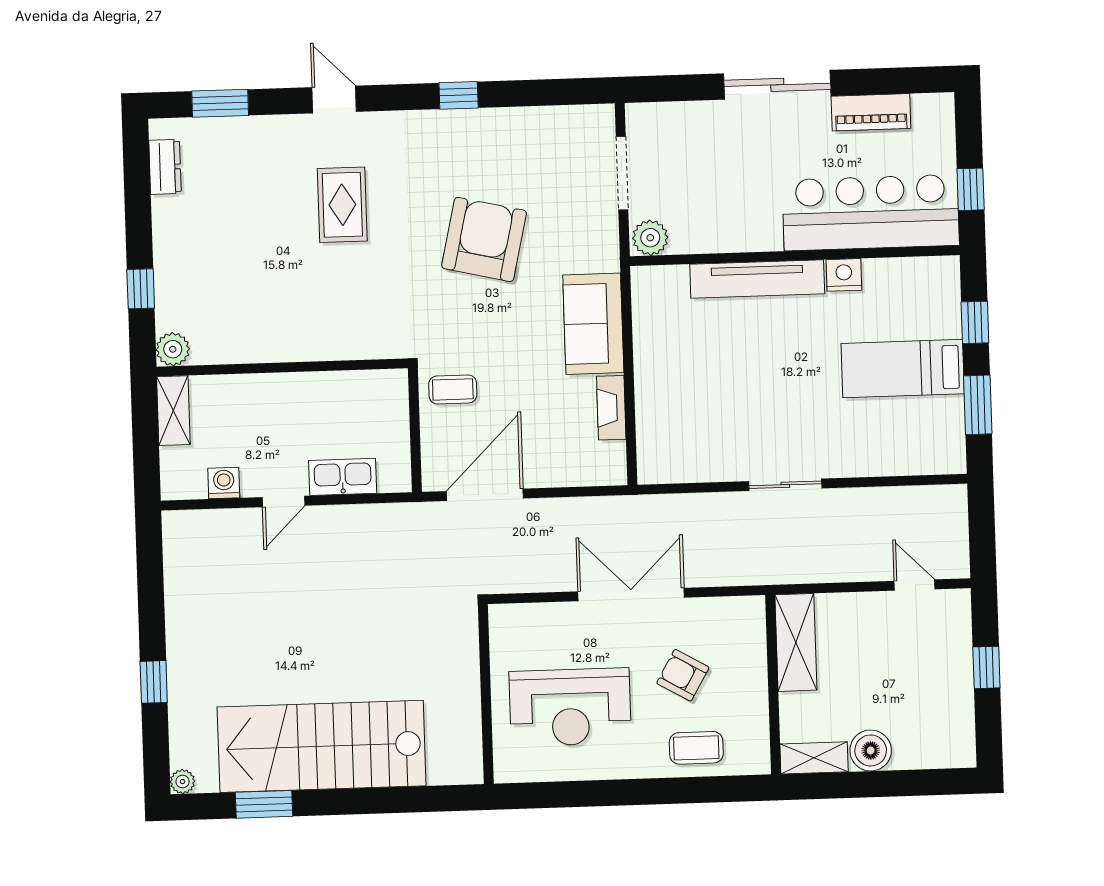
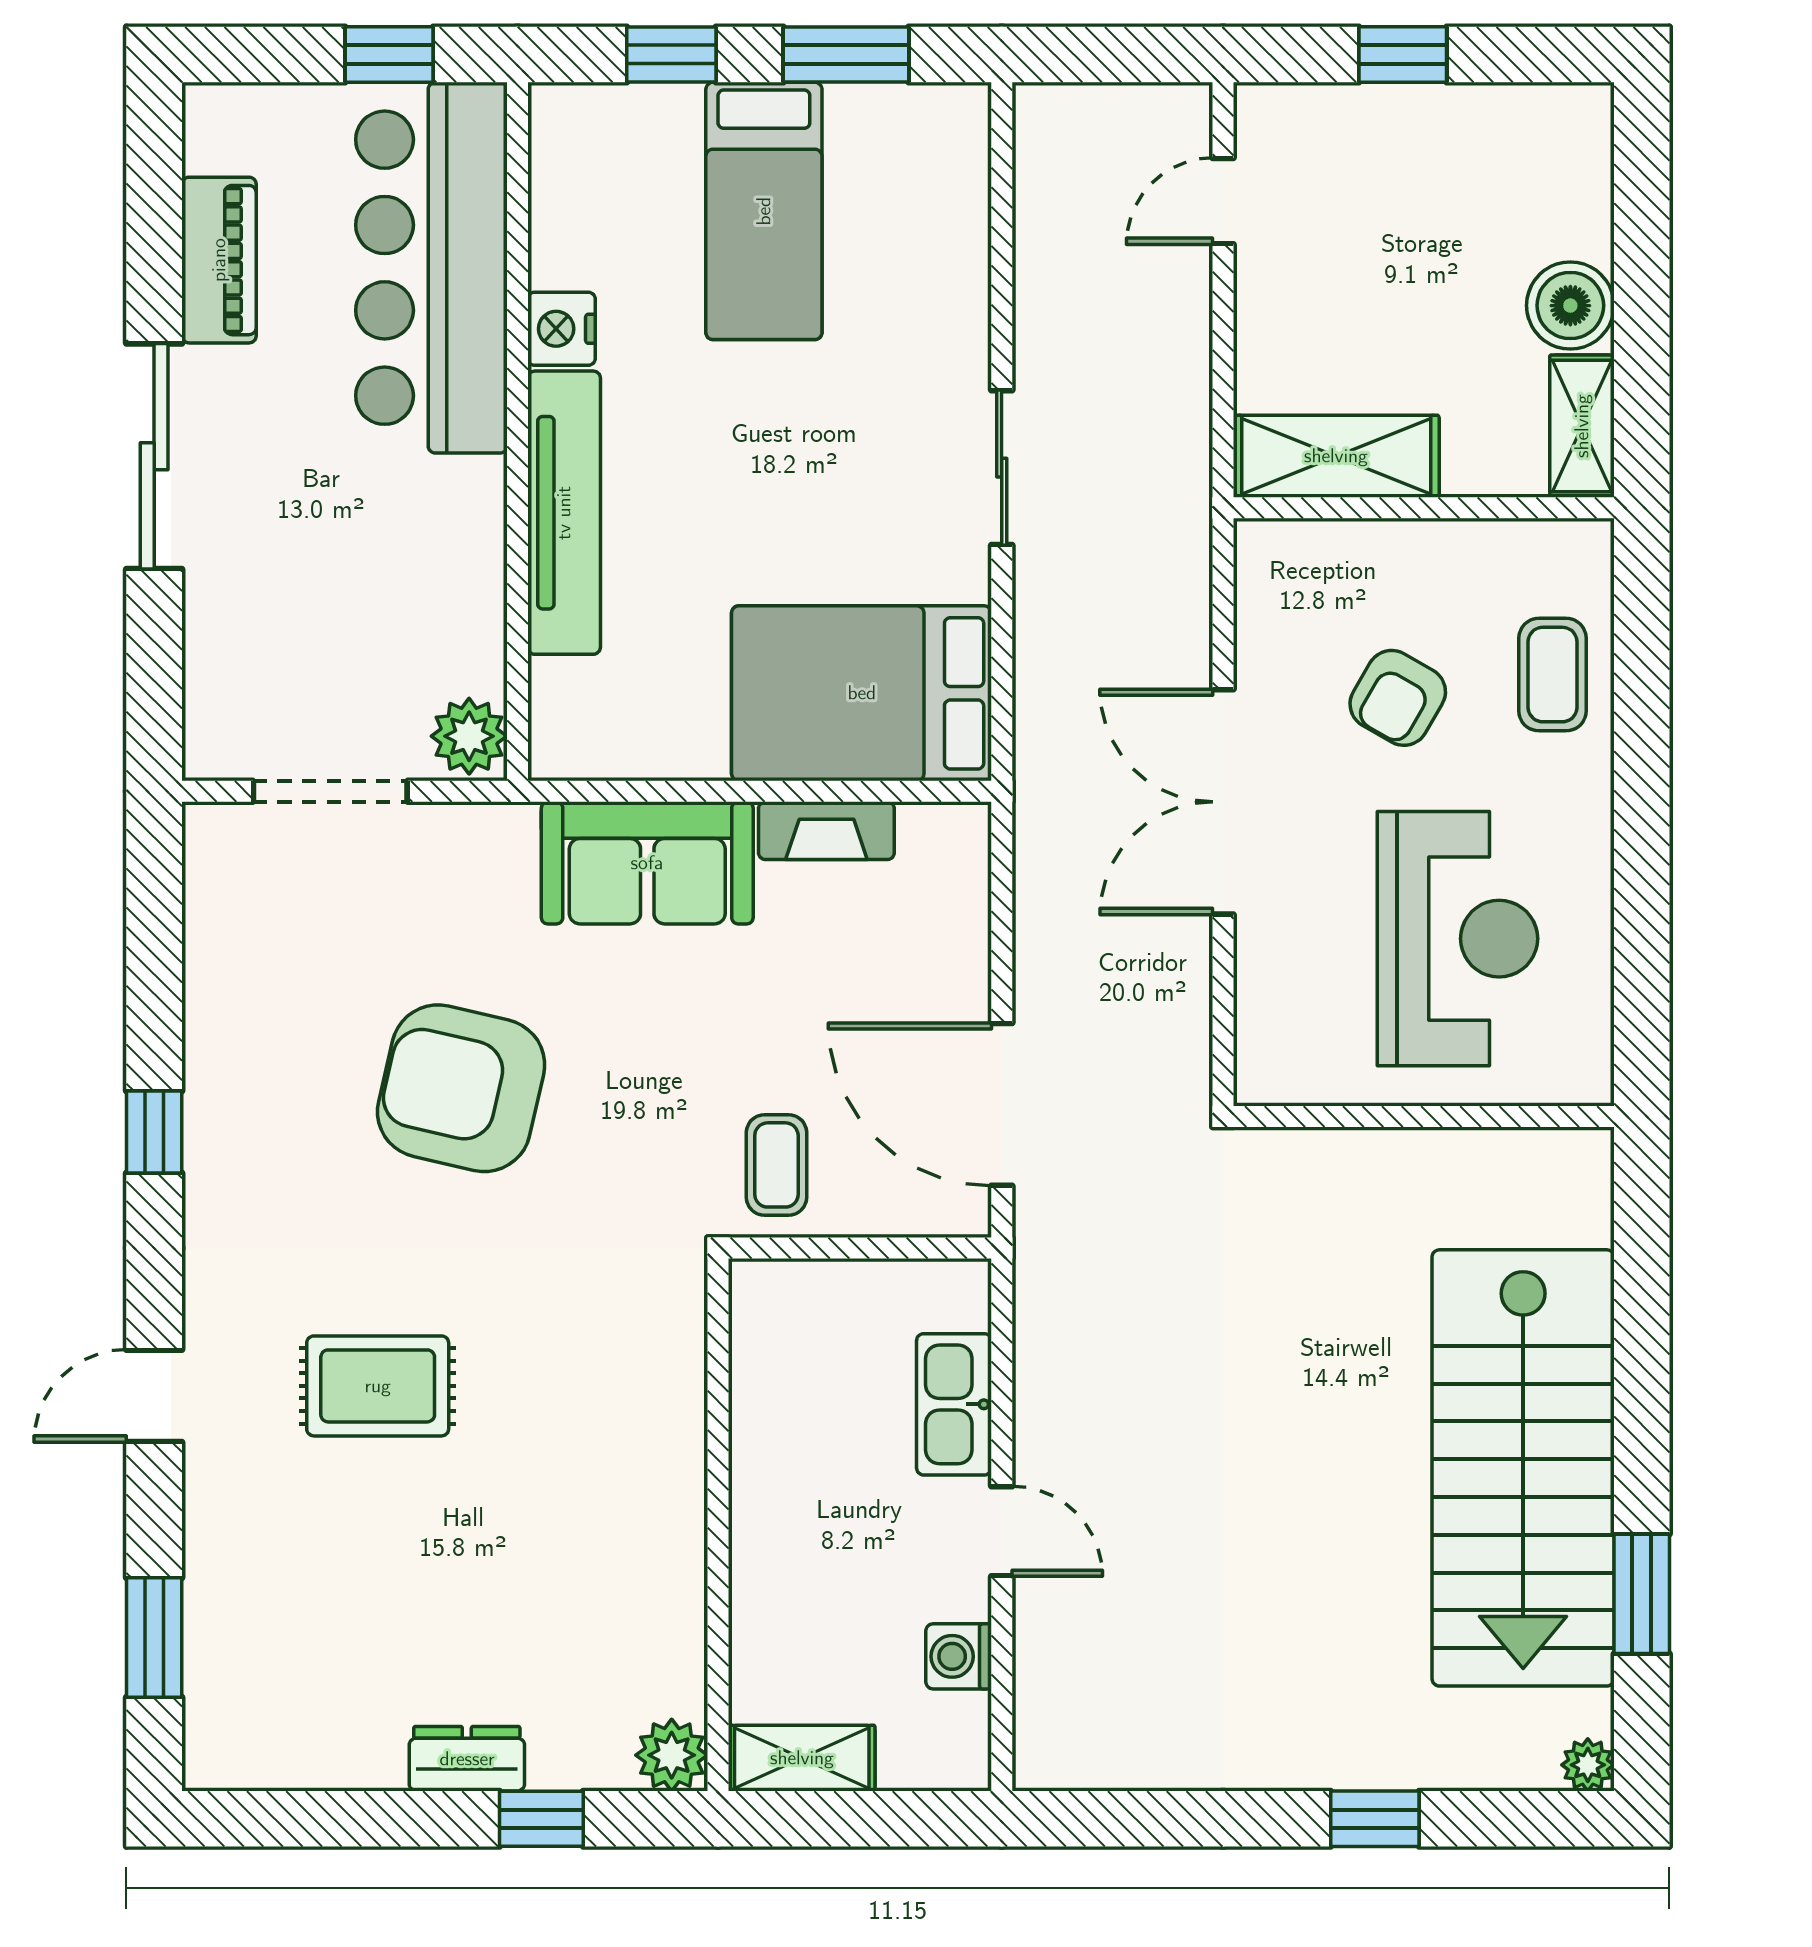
dresser: (165, 167) -> (467, 1759), moved
bed: (677, 422) -> (862, 693), added

